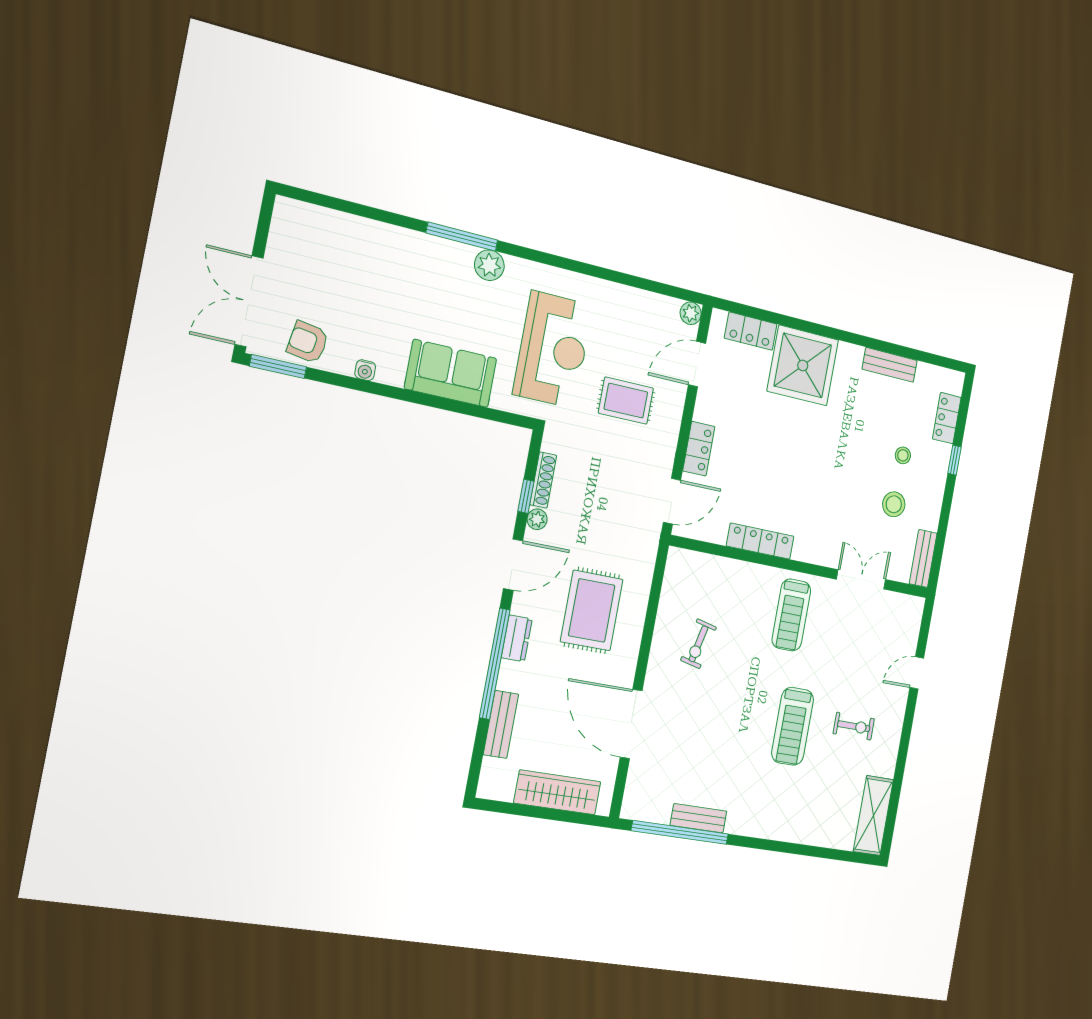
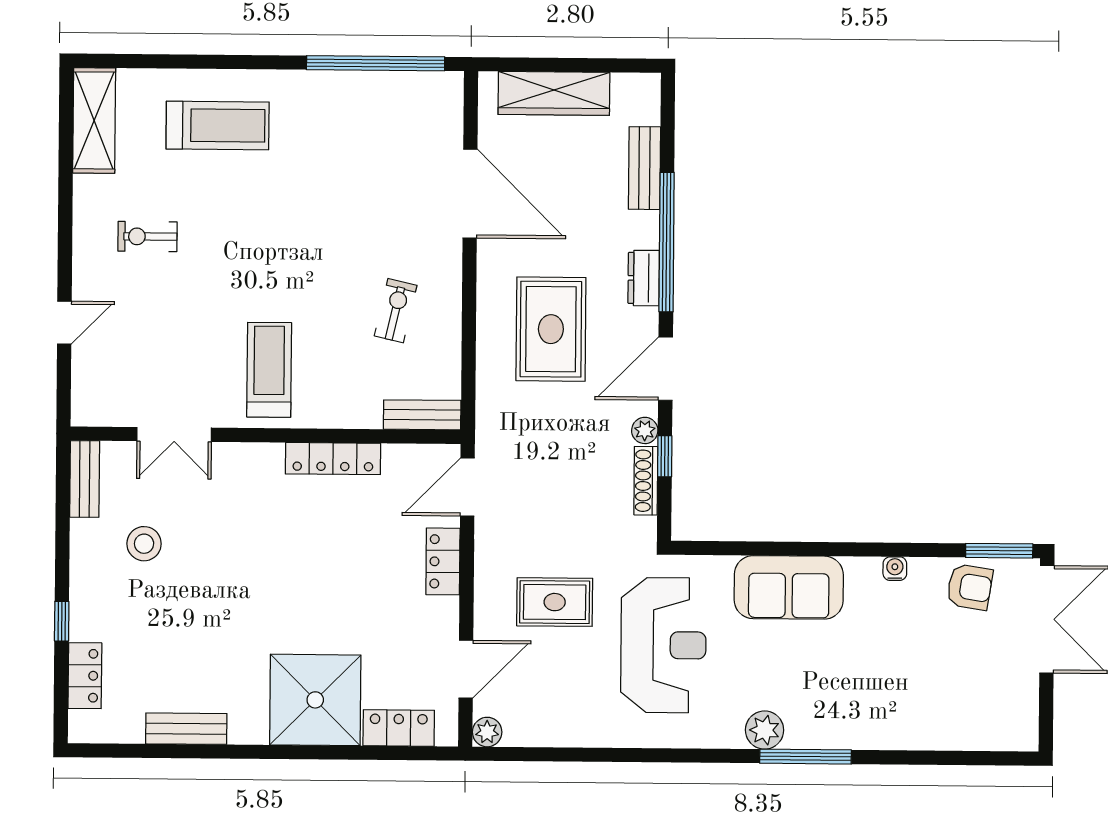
reception desk: (553, 350) -> (663, 645), turned 180
stool: (903, 455) -> (143, 612), removed
treadmill: (793, 726) -> (218, 125), moved, turned 90
bench: (699, 818) -> (422, 415), moved

